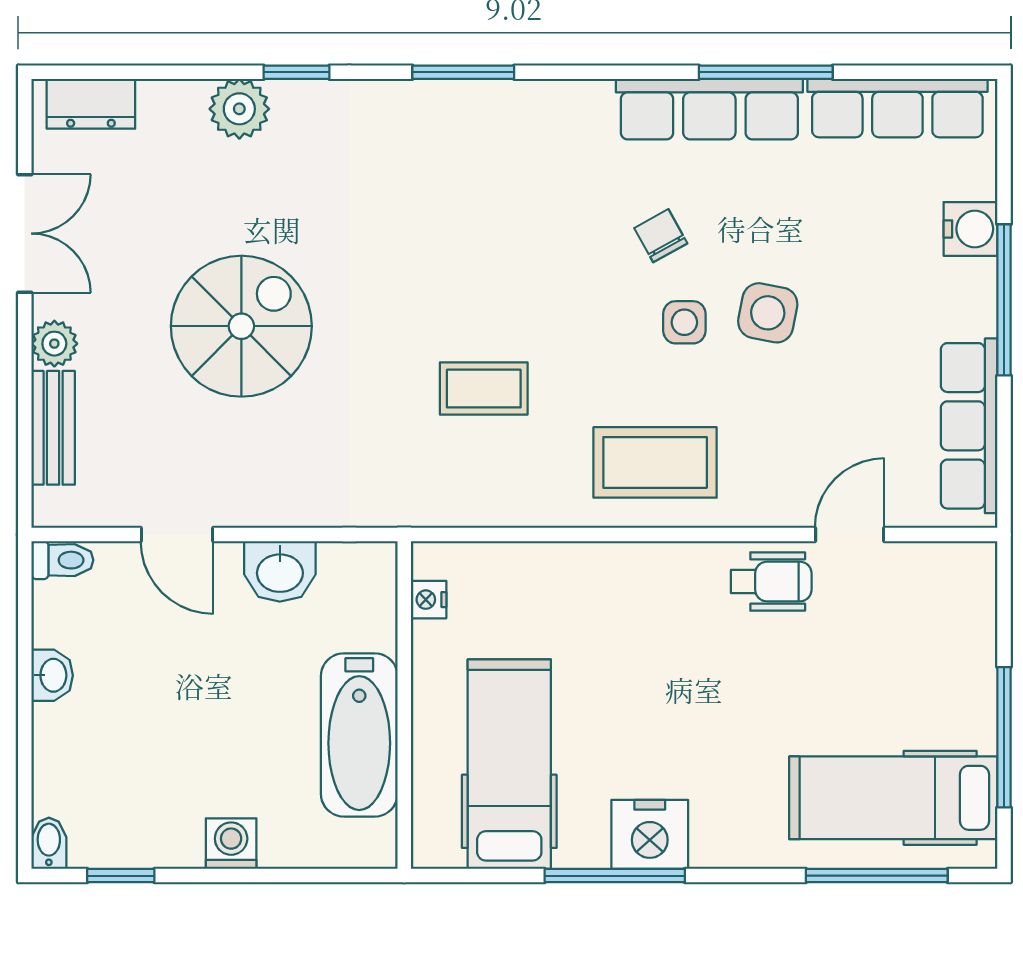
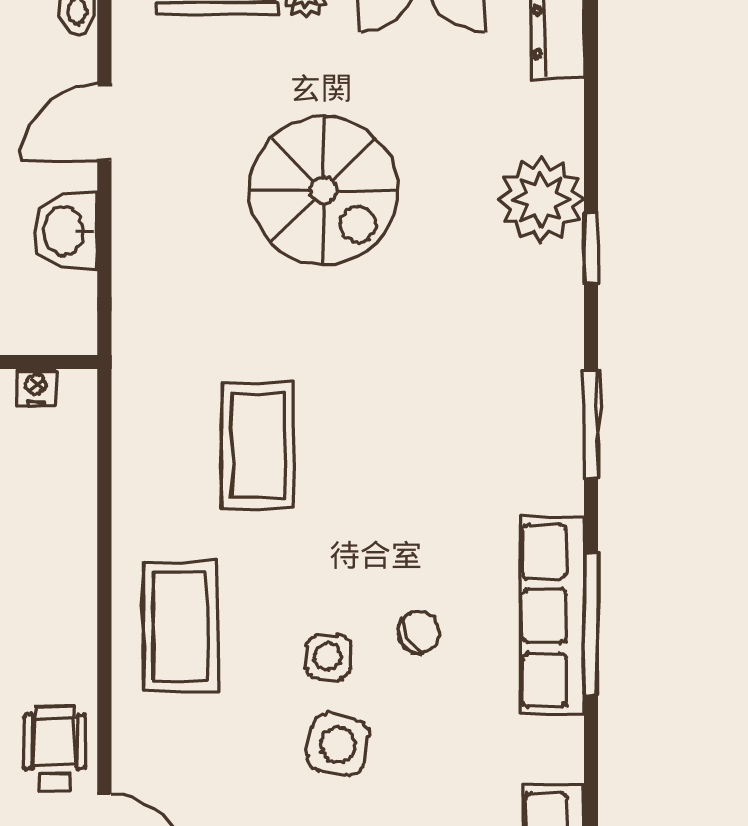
window: (766, 72) -> (591, 624), moved
plant: (239, 109) -> (541, 200), width x1.36, depth x1.36
row of seats: (709, 109) -> (552, 616), moved
coffee table: (484, 389) -> (258, 446), width x1.36, depth x1.30
wheelchair: (771, 582) -> (55, 748), turned 180

